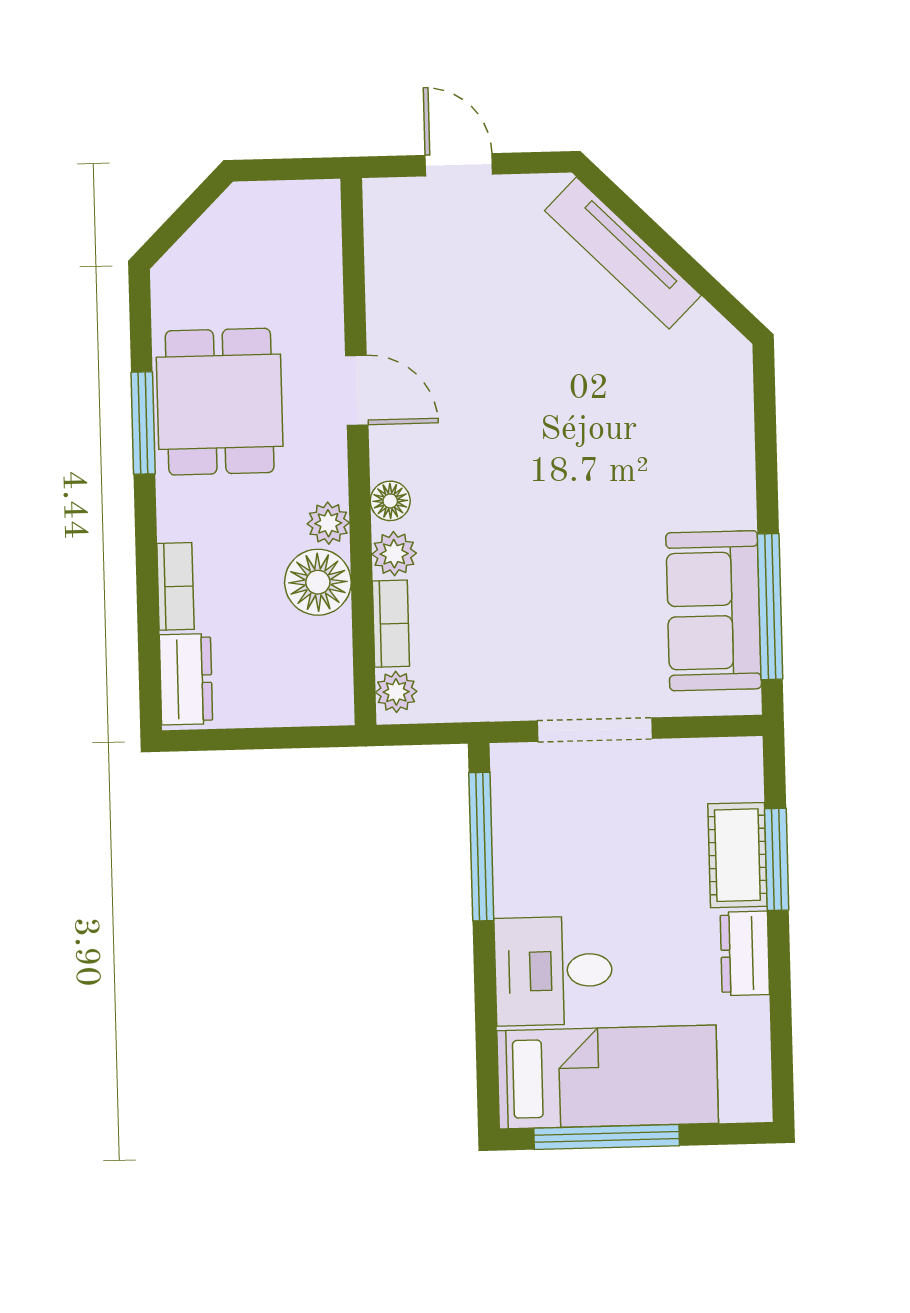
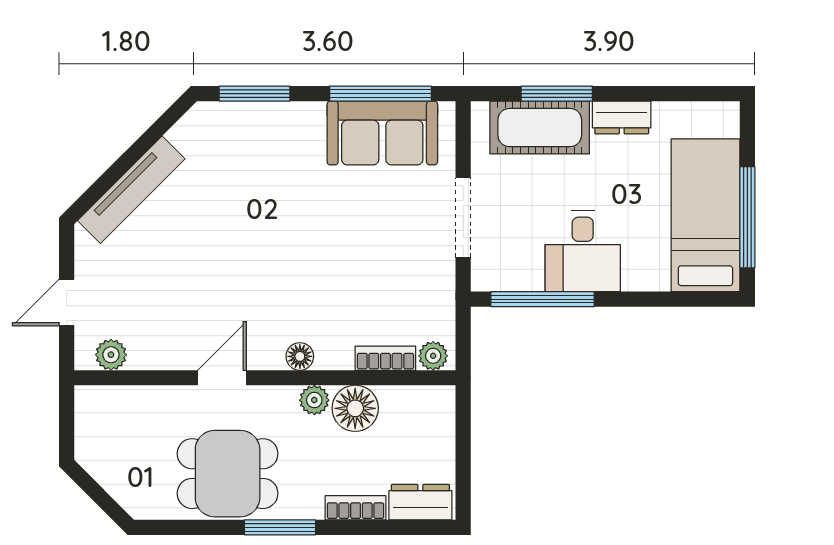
window: (143, 423) -> (280, 527), moved
window: (765, 426) -> (255, 94), added
plant: (394, 554) -> (111, 355), moved
cot: (737, 855) -> (540, 128), width x1.37, depth x1.34
desk: (554, 971) -> (583, 251), moved

